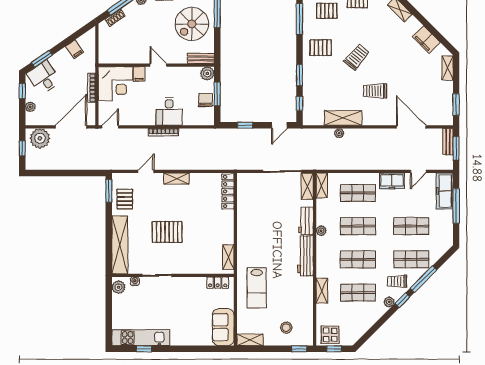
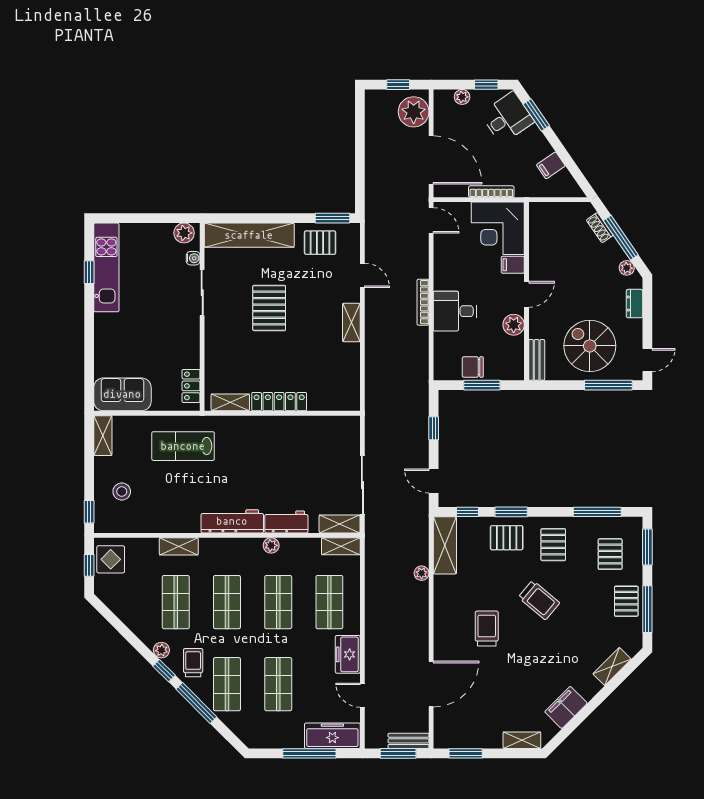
plant: (207, 73) -> (514, 325), moved
pallet: (316, 78) -> (507, 538), added
chair: (205, 100) -> (473, 367), turned 180
shelving: (343, 118) -> (445, 545), moved
locker: (228, 191) -> (279, 402), moved

